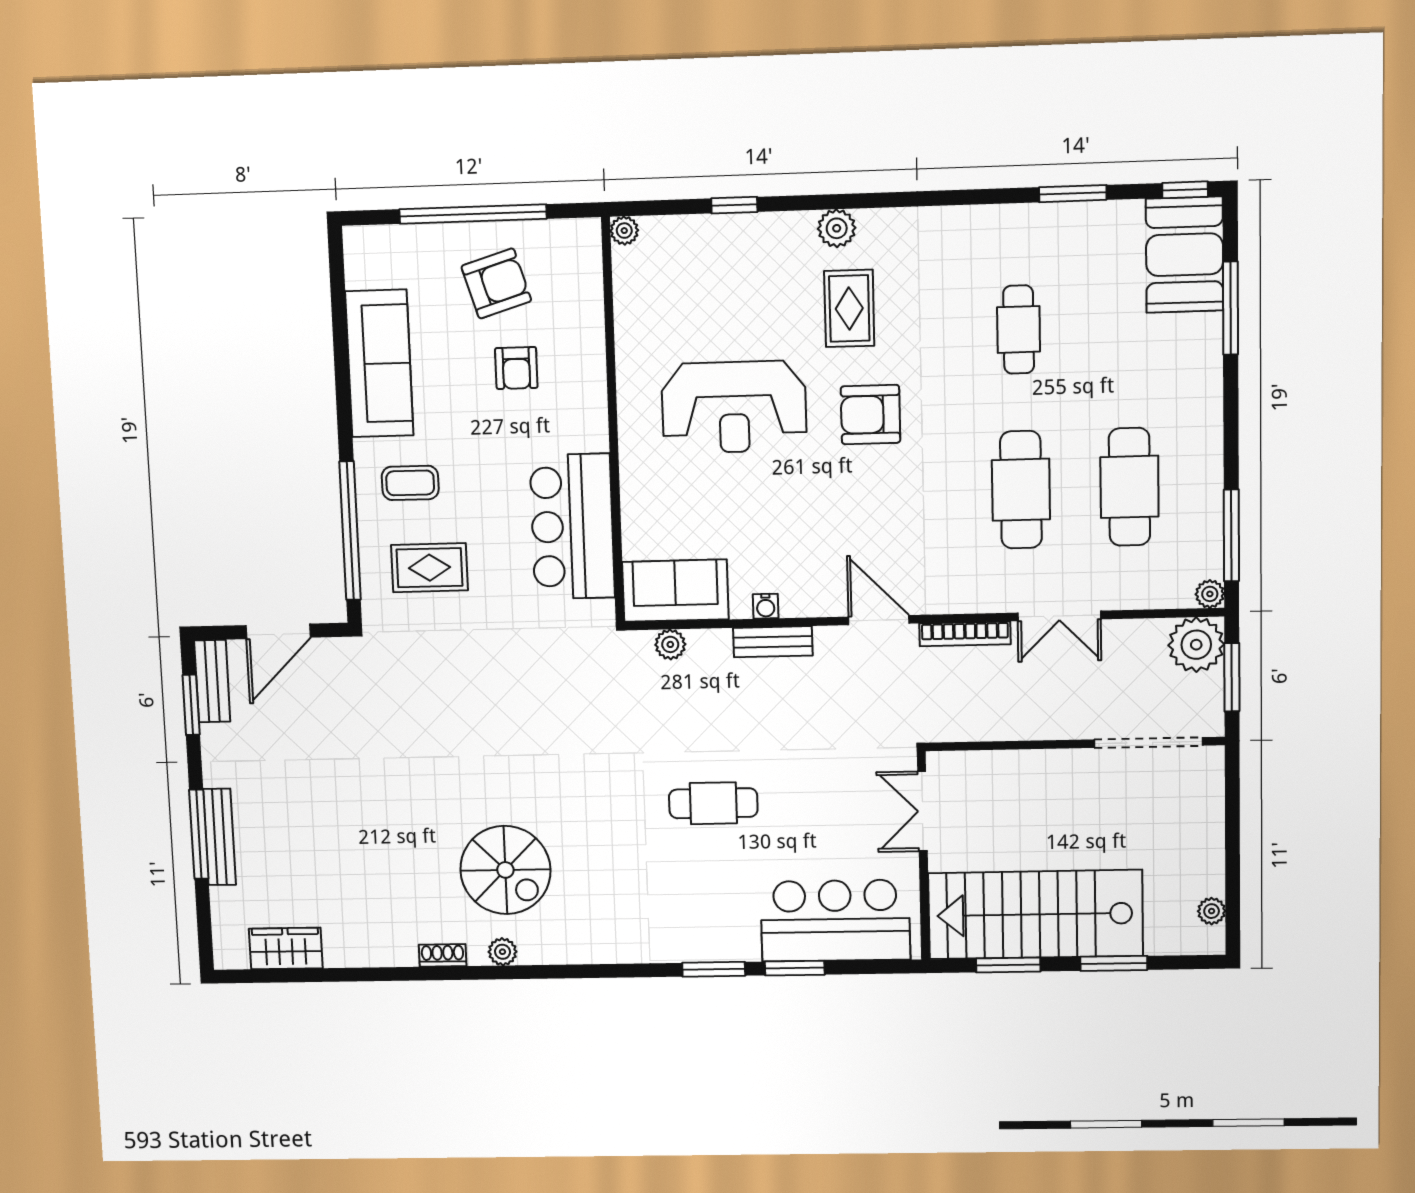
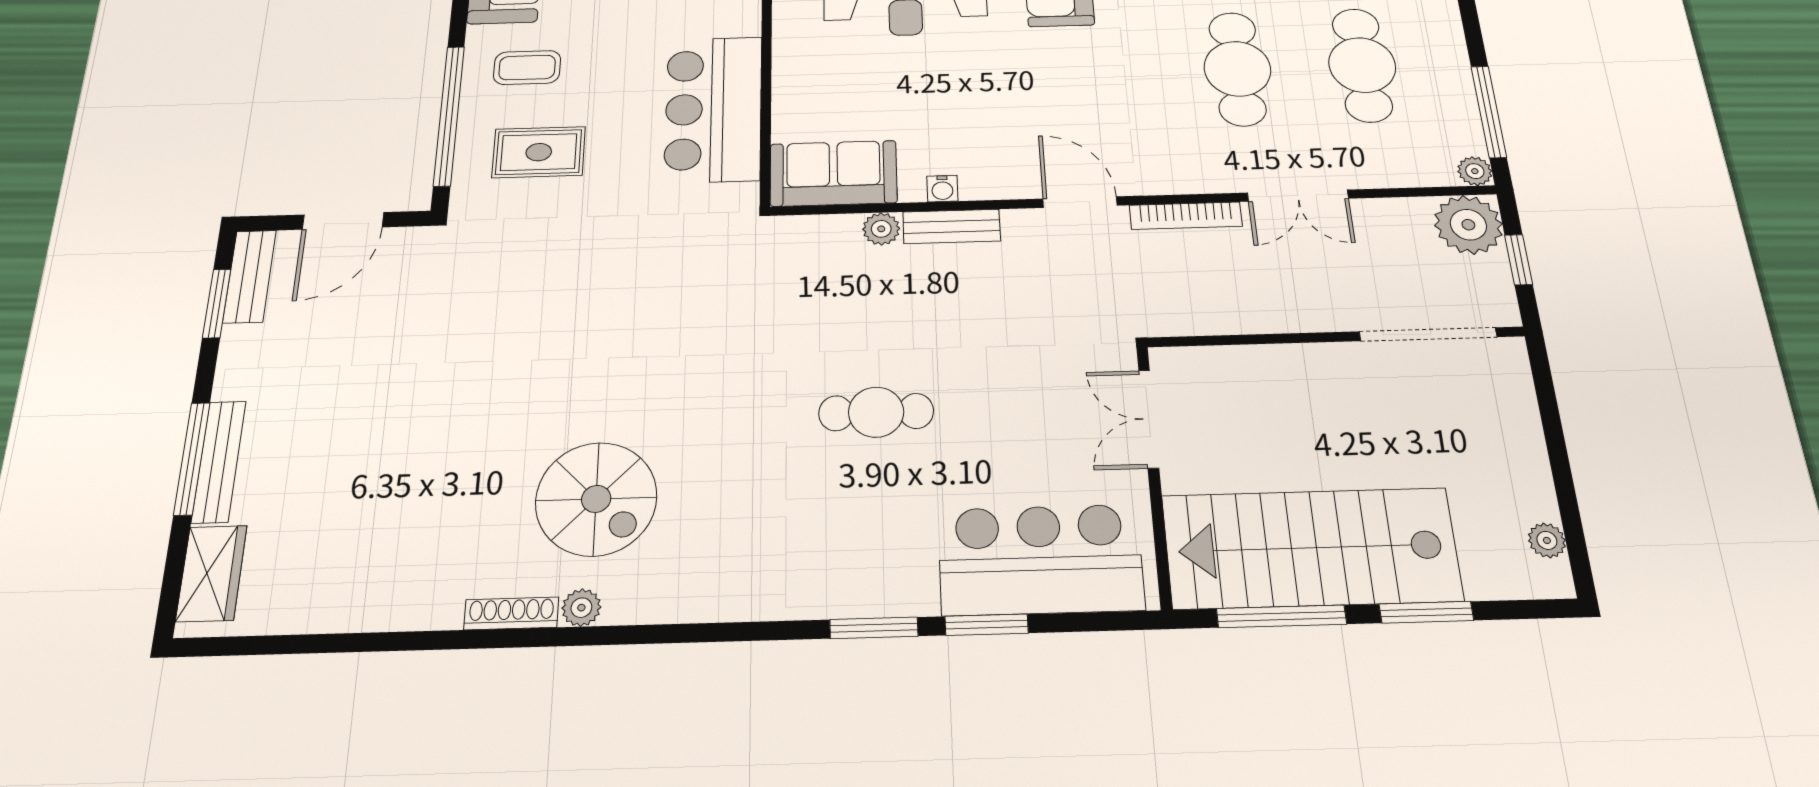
plant: (670, 644) -> (881, 229), moved
window: (1232, 677) -> (1519, 260), width x0.67
wardrobe: (286, 948) -> (212, 573), moved, turned 90
shoe rack: (443, 955) -> (511, 613), width x1.43
window: (1008, 965) -> (1281, 616), width x1.44

